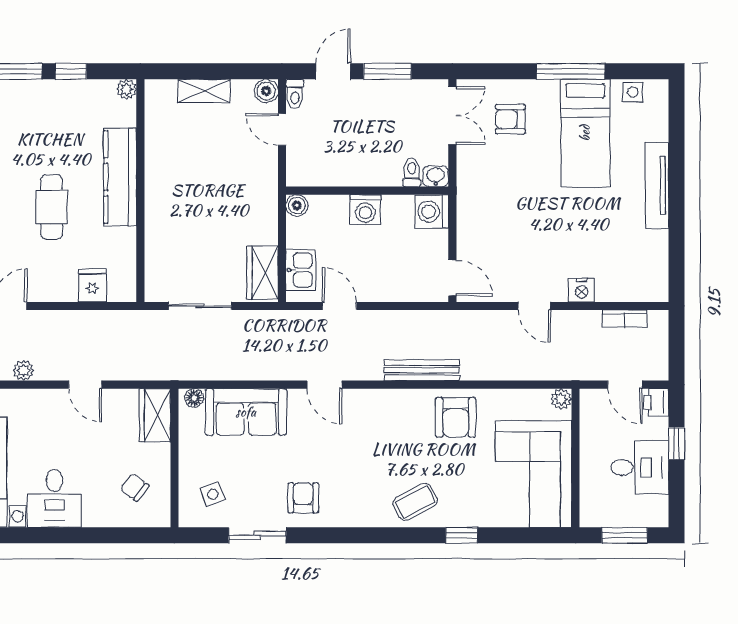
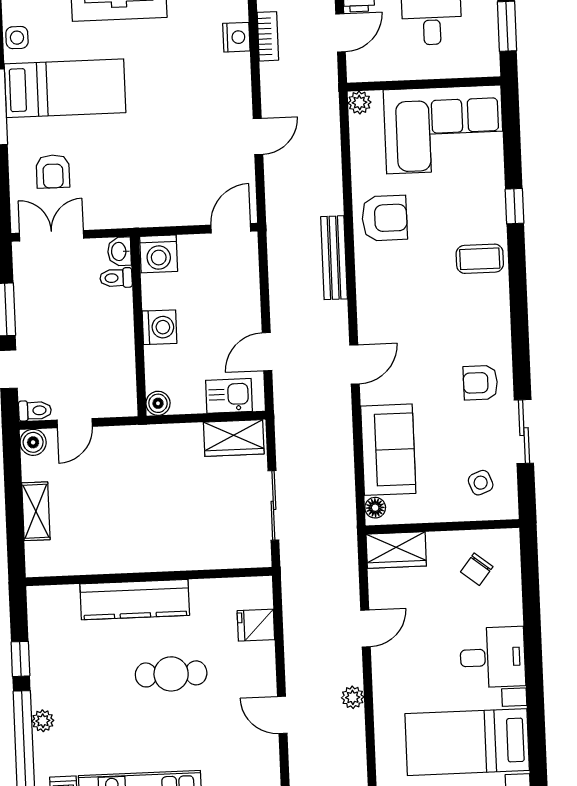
plant: (126, 89) -> (43, 721), moved
nightstand: (582, 290) -> (236, 37), moved
coffee table: (415, 502) -> (480, 259), turned -62

